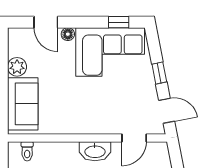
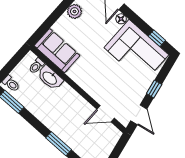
sofa: (23, 104) -> (57, 51), moved, turned -90
washbasin: (95, 151) -> (50, 78), moved

